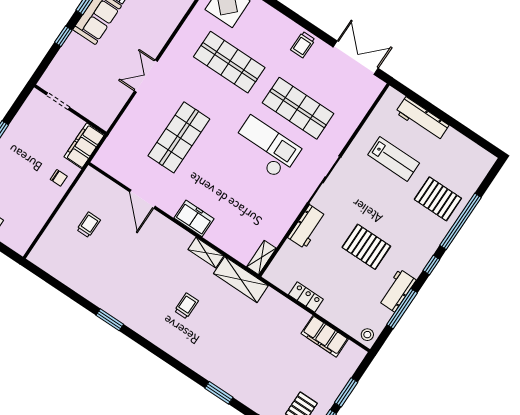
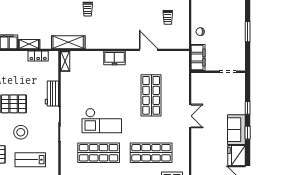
stool: (382, 203) -> (21, 132), added
shelving: (206, 253) -> (29, 44), moved
locker: (306, 297) -> (38, 56), moved

